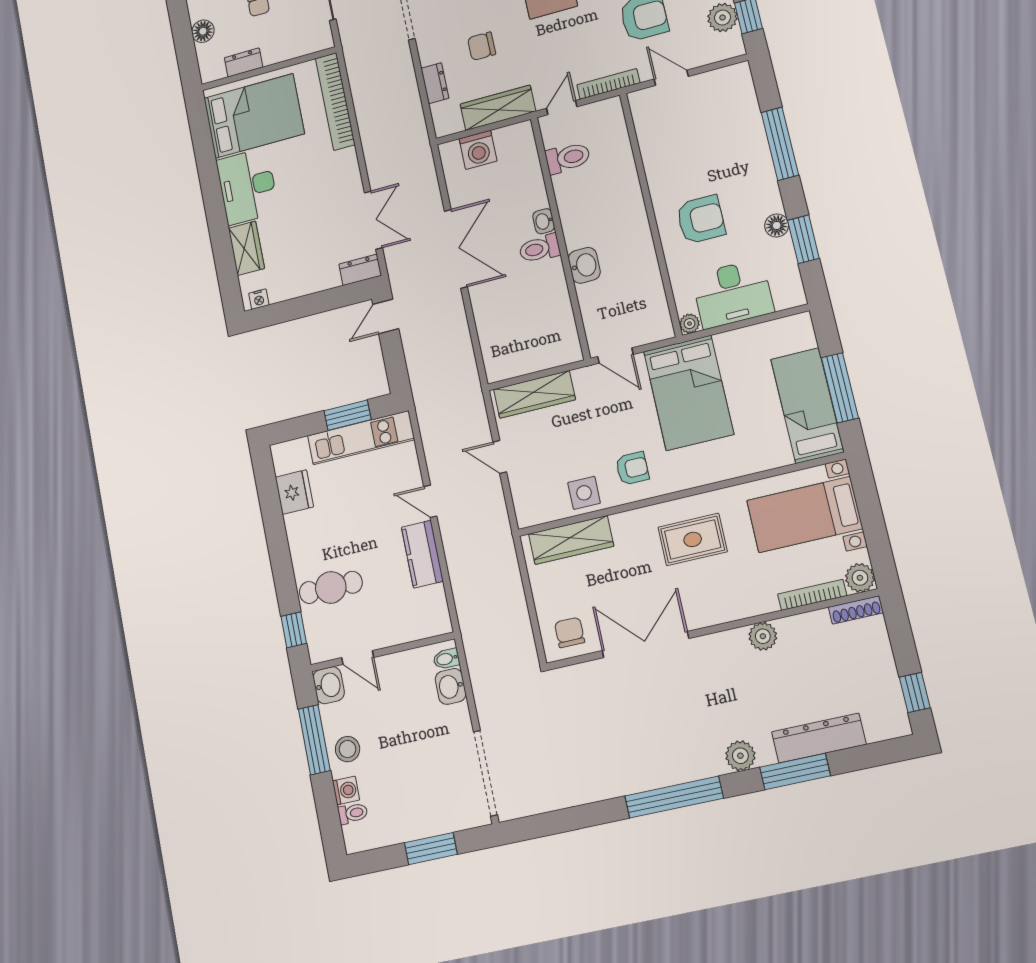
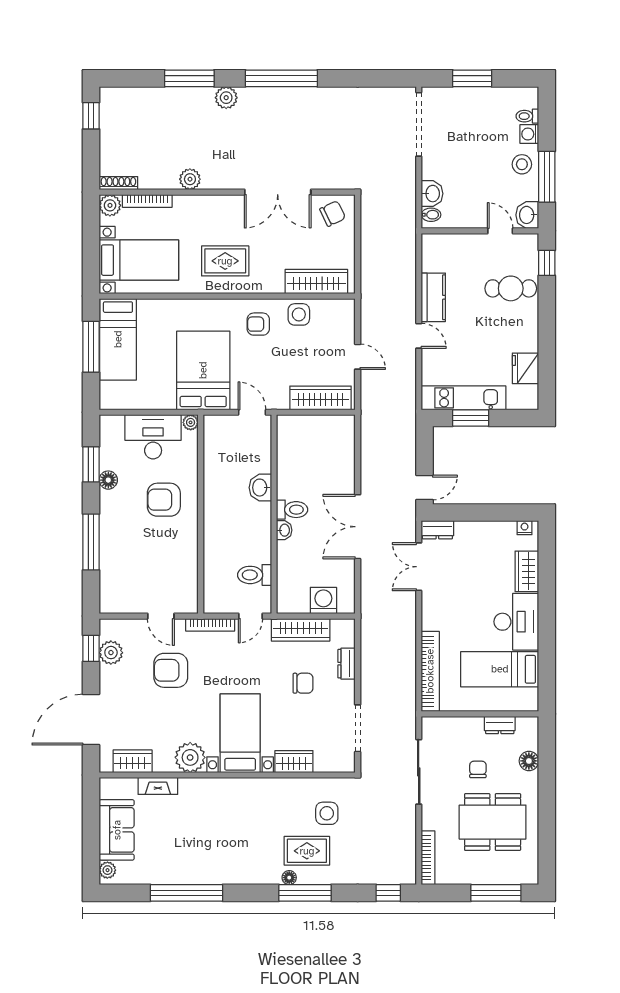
bed: (254, 116) -> (500, 669), width x0.67
chair: (570, 632) -> (333, 214), turned -116
dresser: (819, 738) -> (167, 98), removed

